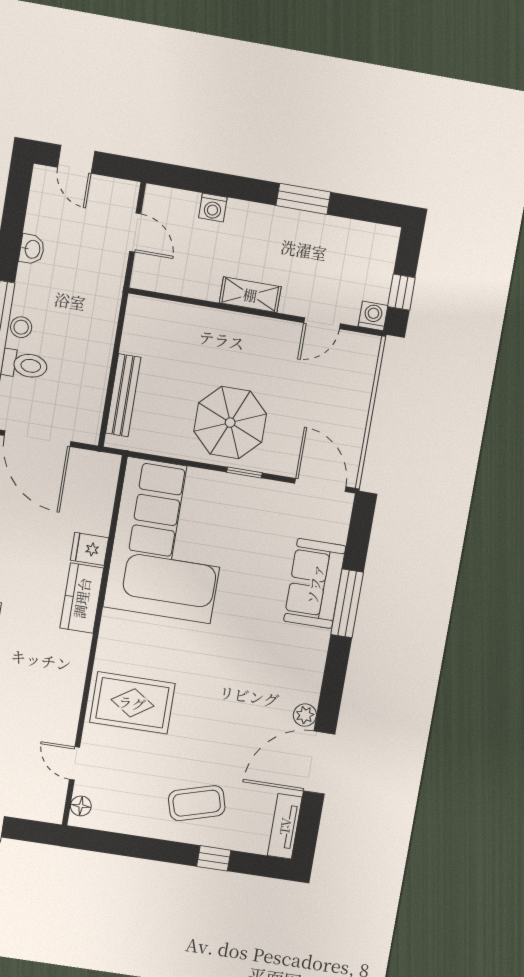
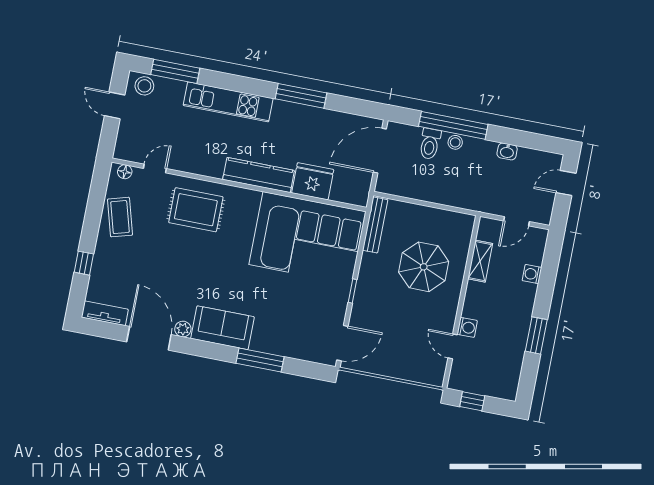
shelving: (250, 295) -> (480, 261), moved
washing machine: (373, 316) -> (467, 327), moved
bench: (123, 395) -> (375, 225), moved, turned 90
parasol: (230, 423) -> (424, 267), moved
fridge: (89, 549) -> (313, 181), width x1.88, depth x1.34
sofa: (315, 584) -> (223, 328), moved
kitchen counter: (82, 598) -> (259, 175), width x1.50
rug: (132, 703) -> (196, 210), turned 90
coffee table: (197, 803) -> (120, 217), moved

